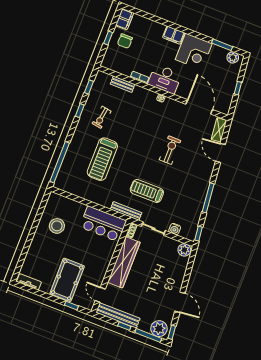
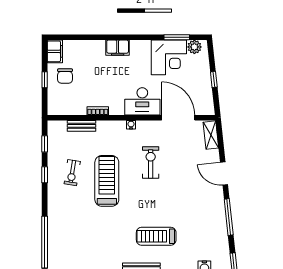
corner desk: (194, 52) -> (169, 57), moved
desk: (165, 79) -> (142, 101), moved
exercise bike: (170, 150) -> (151, 162), moved
door: (220, 153) -> (224, 173), moved
treadmill: (102, 159) -> (107, 181), moved, turned 180

